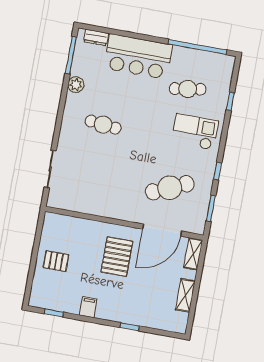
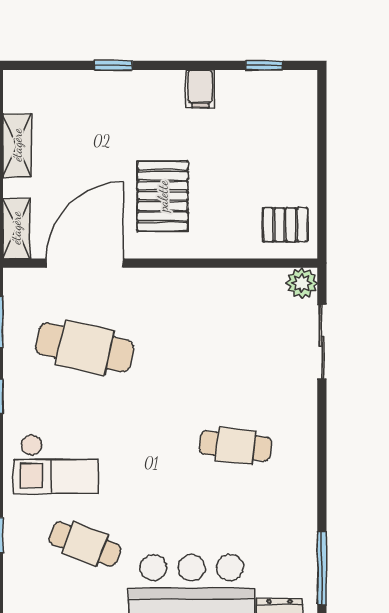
plant: (76, 85) -> (302, 283), moved
cafe table: (188, 89) -> (85, 544), turned 30
cafe table: (170, 188) -> (85, 347), turned 36
pallet: (56, 261) -> (285, 225), moved

